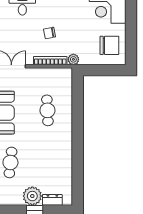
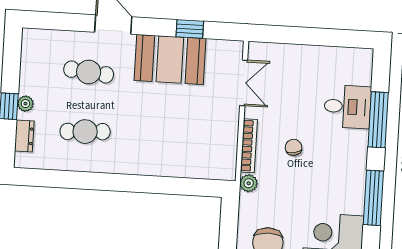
cafe table: (47, 110) -> (85, 132), moved
plant: (32, 196) -> (25, 104), width x0.53, depth x0.53

